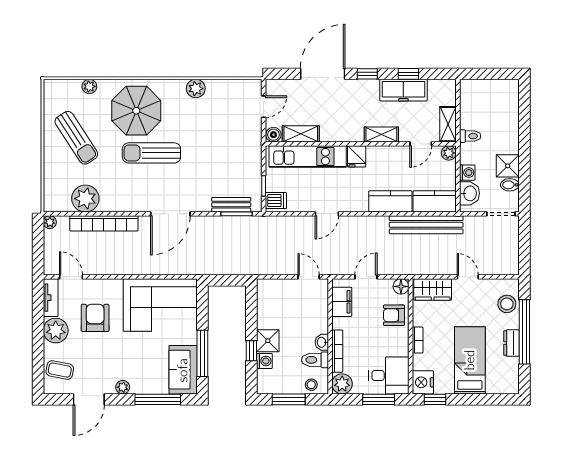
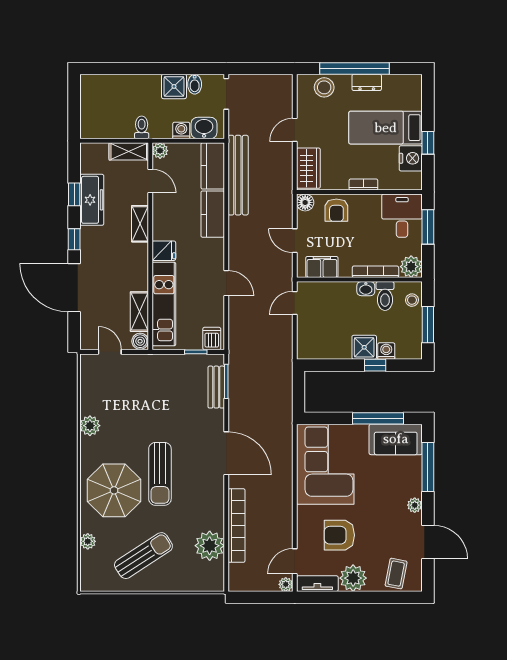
plant: (50, 222) -> (286, 584), moved
nightstand: (423, 382) -> (411, 158), moved, turned -90
window: (435, 399) -> (428, 143), moved

